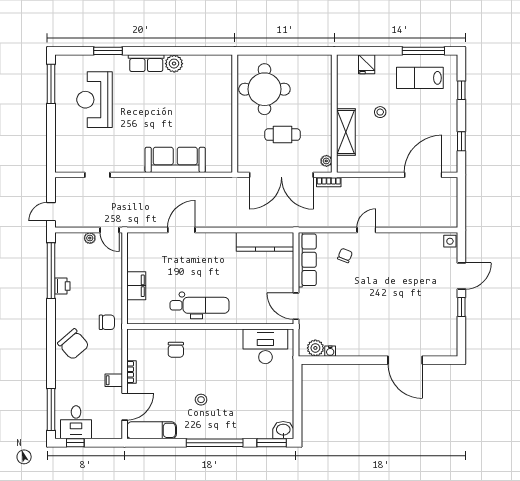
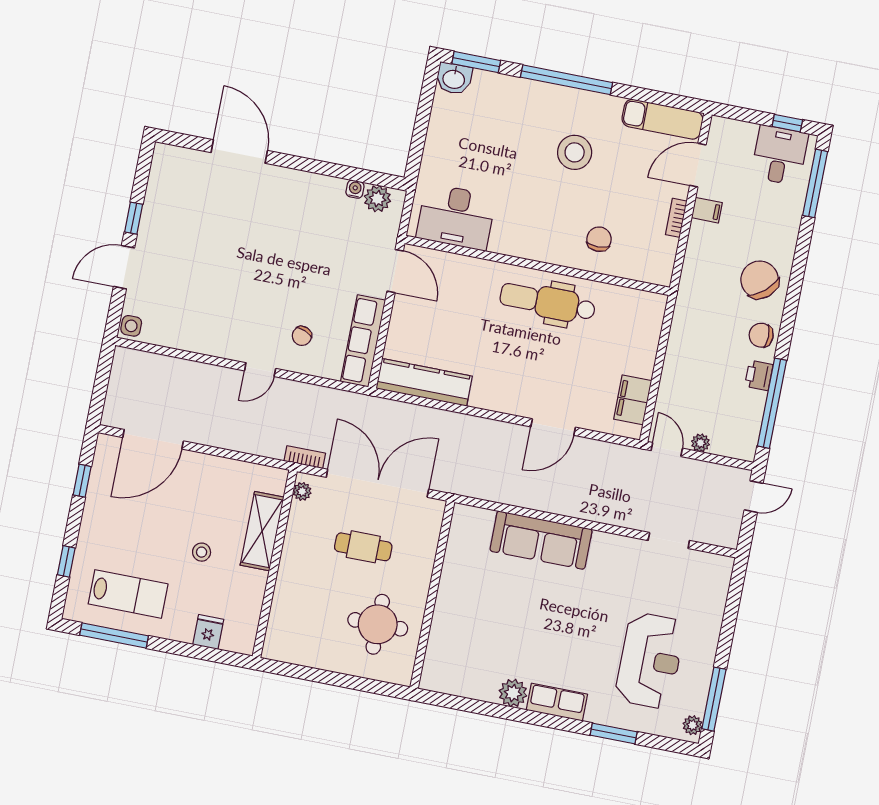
plant: (61, 65) -> (693, 725), added
round table: (264, 89) -> (378, 624), width x0.73, depth x0.73
filing cabinet: (136, 286) -> (633, 400), moved
chair: (107, 322) -> (761, 335), moved
stool: (201, 400) -> (575, 152), width x1.89, depth x1.89

